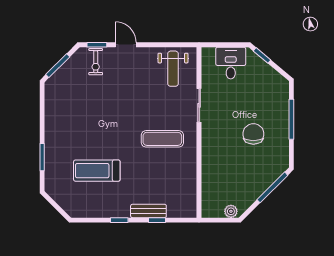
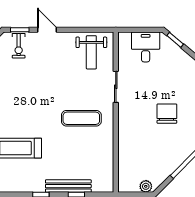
bench: (148, 211) -> (68, 186), width x1.36

